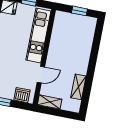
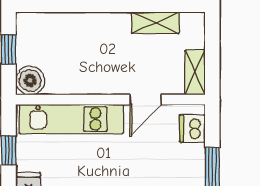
boiler: (62, 19) -> (30, 80), added
door: (41, 75) -> (146, 100), swing flipped

